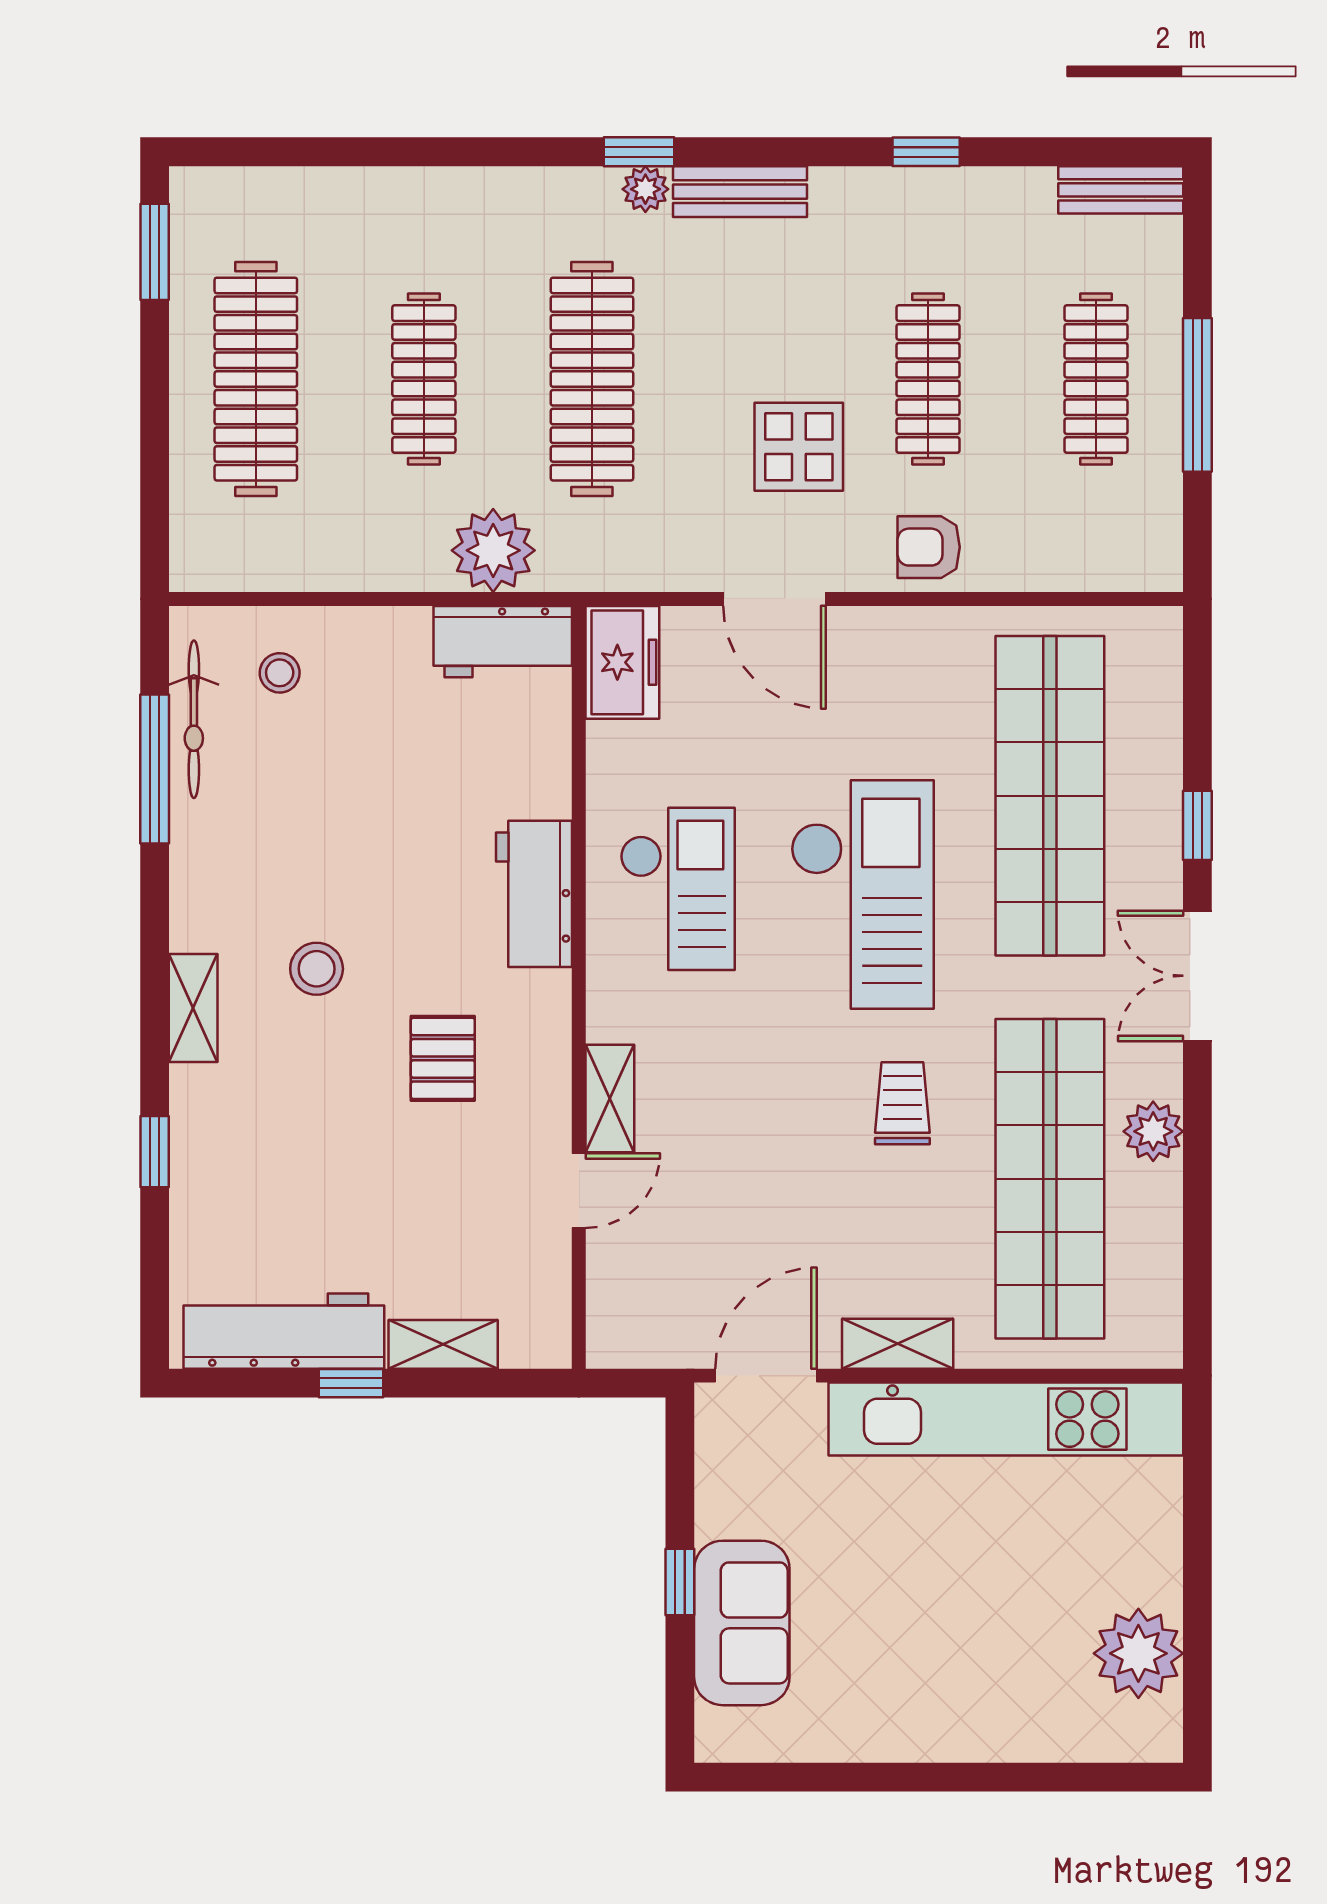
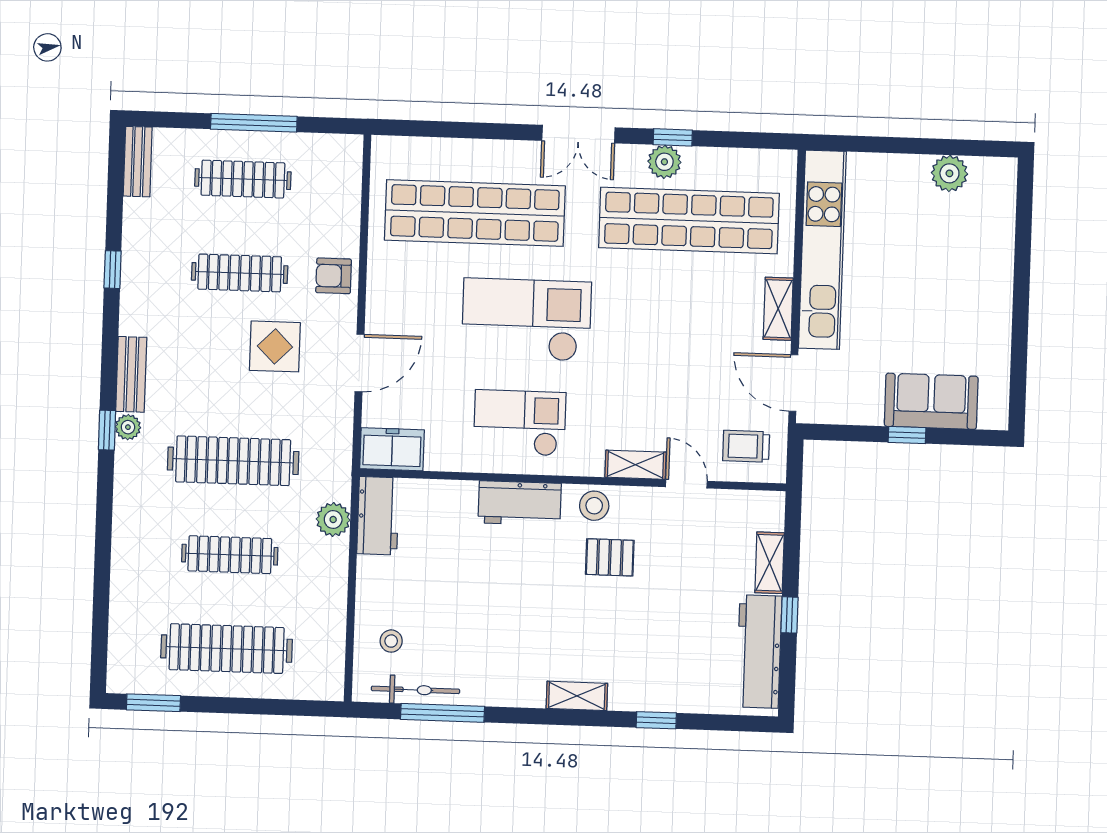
armchair: (929, 547) -> (334, 276), turned 90
plant: (493, 550) -> (333, 520), width x0.73, depth x0.73
window: (1197, 825) -> (673, 137), moved
stool: (317, 969) -> (594, 506), moved
trolley: (902, 1103) -> (746, 446), moved
plant: (1138, 1653) -> (949, 173), width x0.73, depth x0.73

